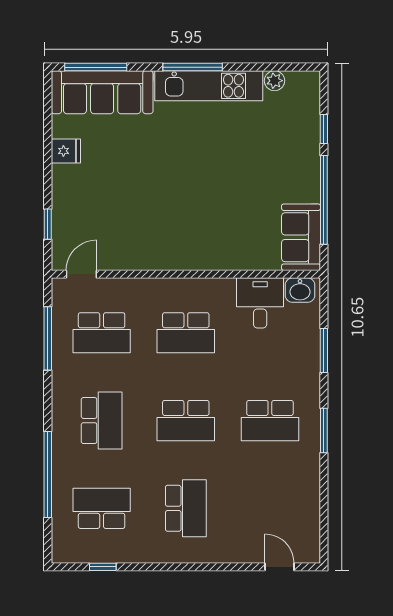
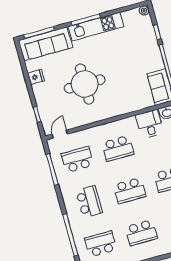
plant: (275, 81) -> (144, 11), moved
round table: (156, 191) -> (85, 84), added
school desk: (102, 333) -> (77, 160), turned 180
school desk: (186, 508) -> (141, 233), turned 90

